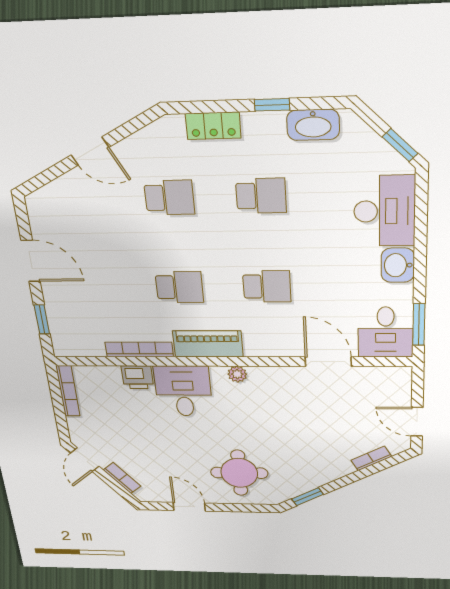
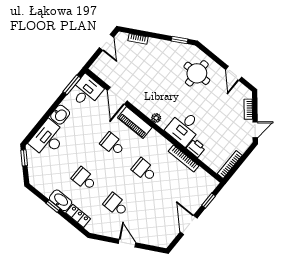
washbasin: (313, 125) -> (61, 200), moved
piano: (208, 344) -> (135, 123), moved

